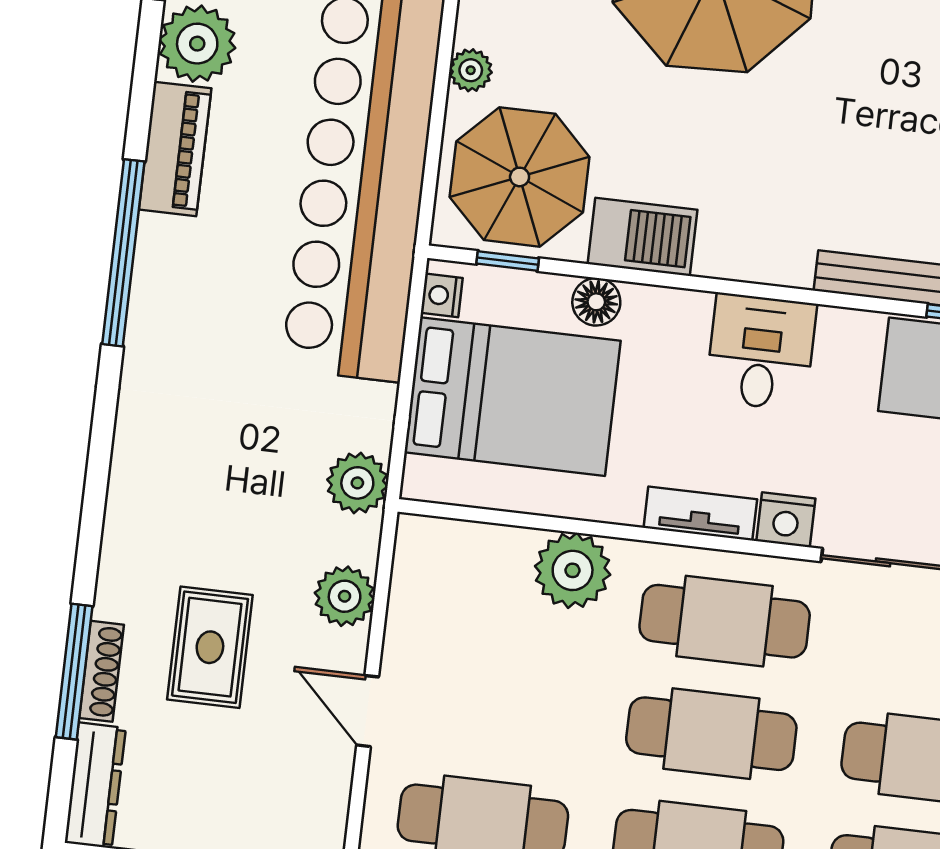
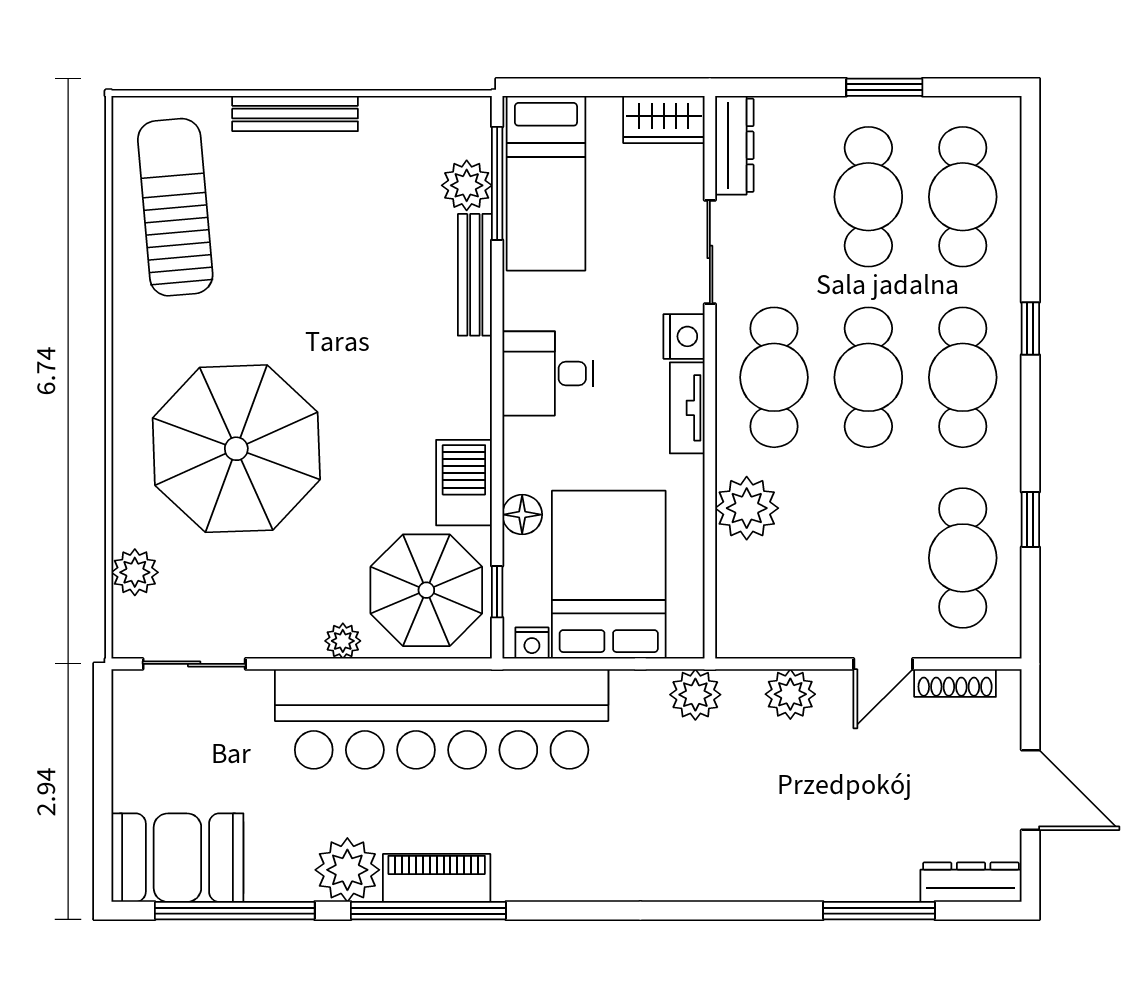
window: (123, 253) -> (428, 911), moved
rug: (210, 647) -> (846, 801), removed
shoe rack: (102, 671) -> (955, 683), moved, turned 180

